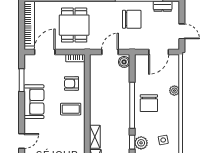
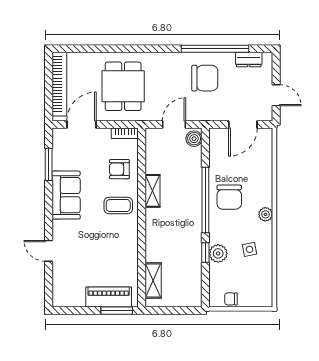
plant: (174, 91) -> (265, 214), moved
shelving: (95, 137) -> (153, 191), moved
door: (22, 141) -> (49, 251), swing flipped

